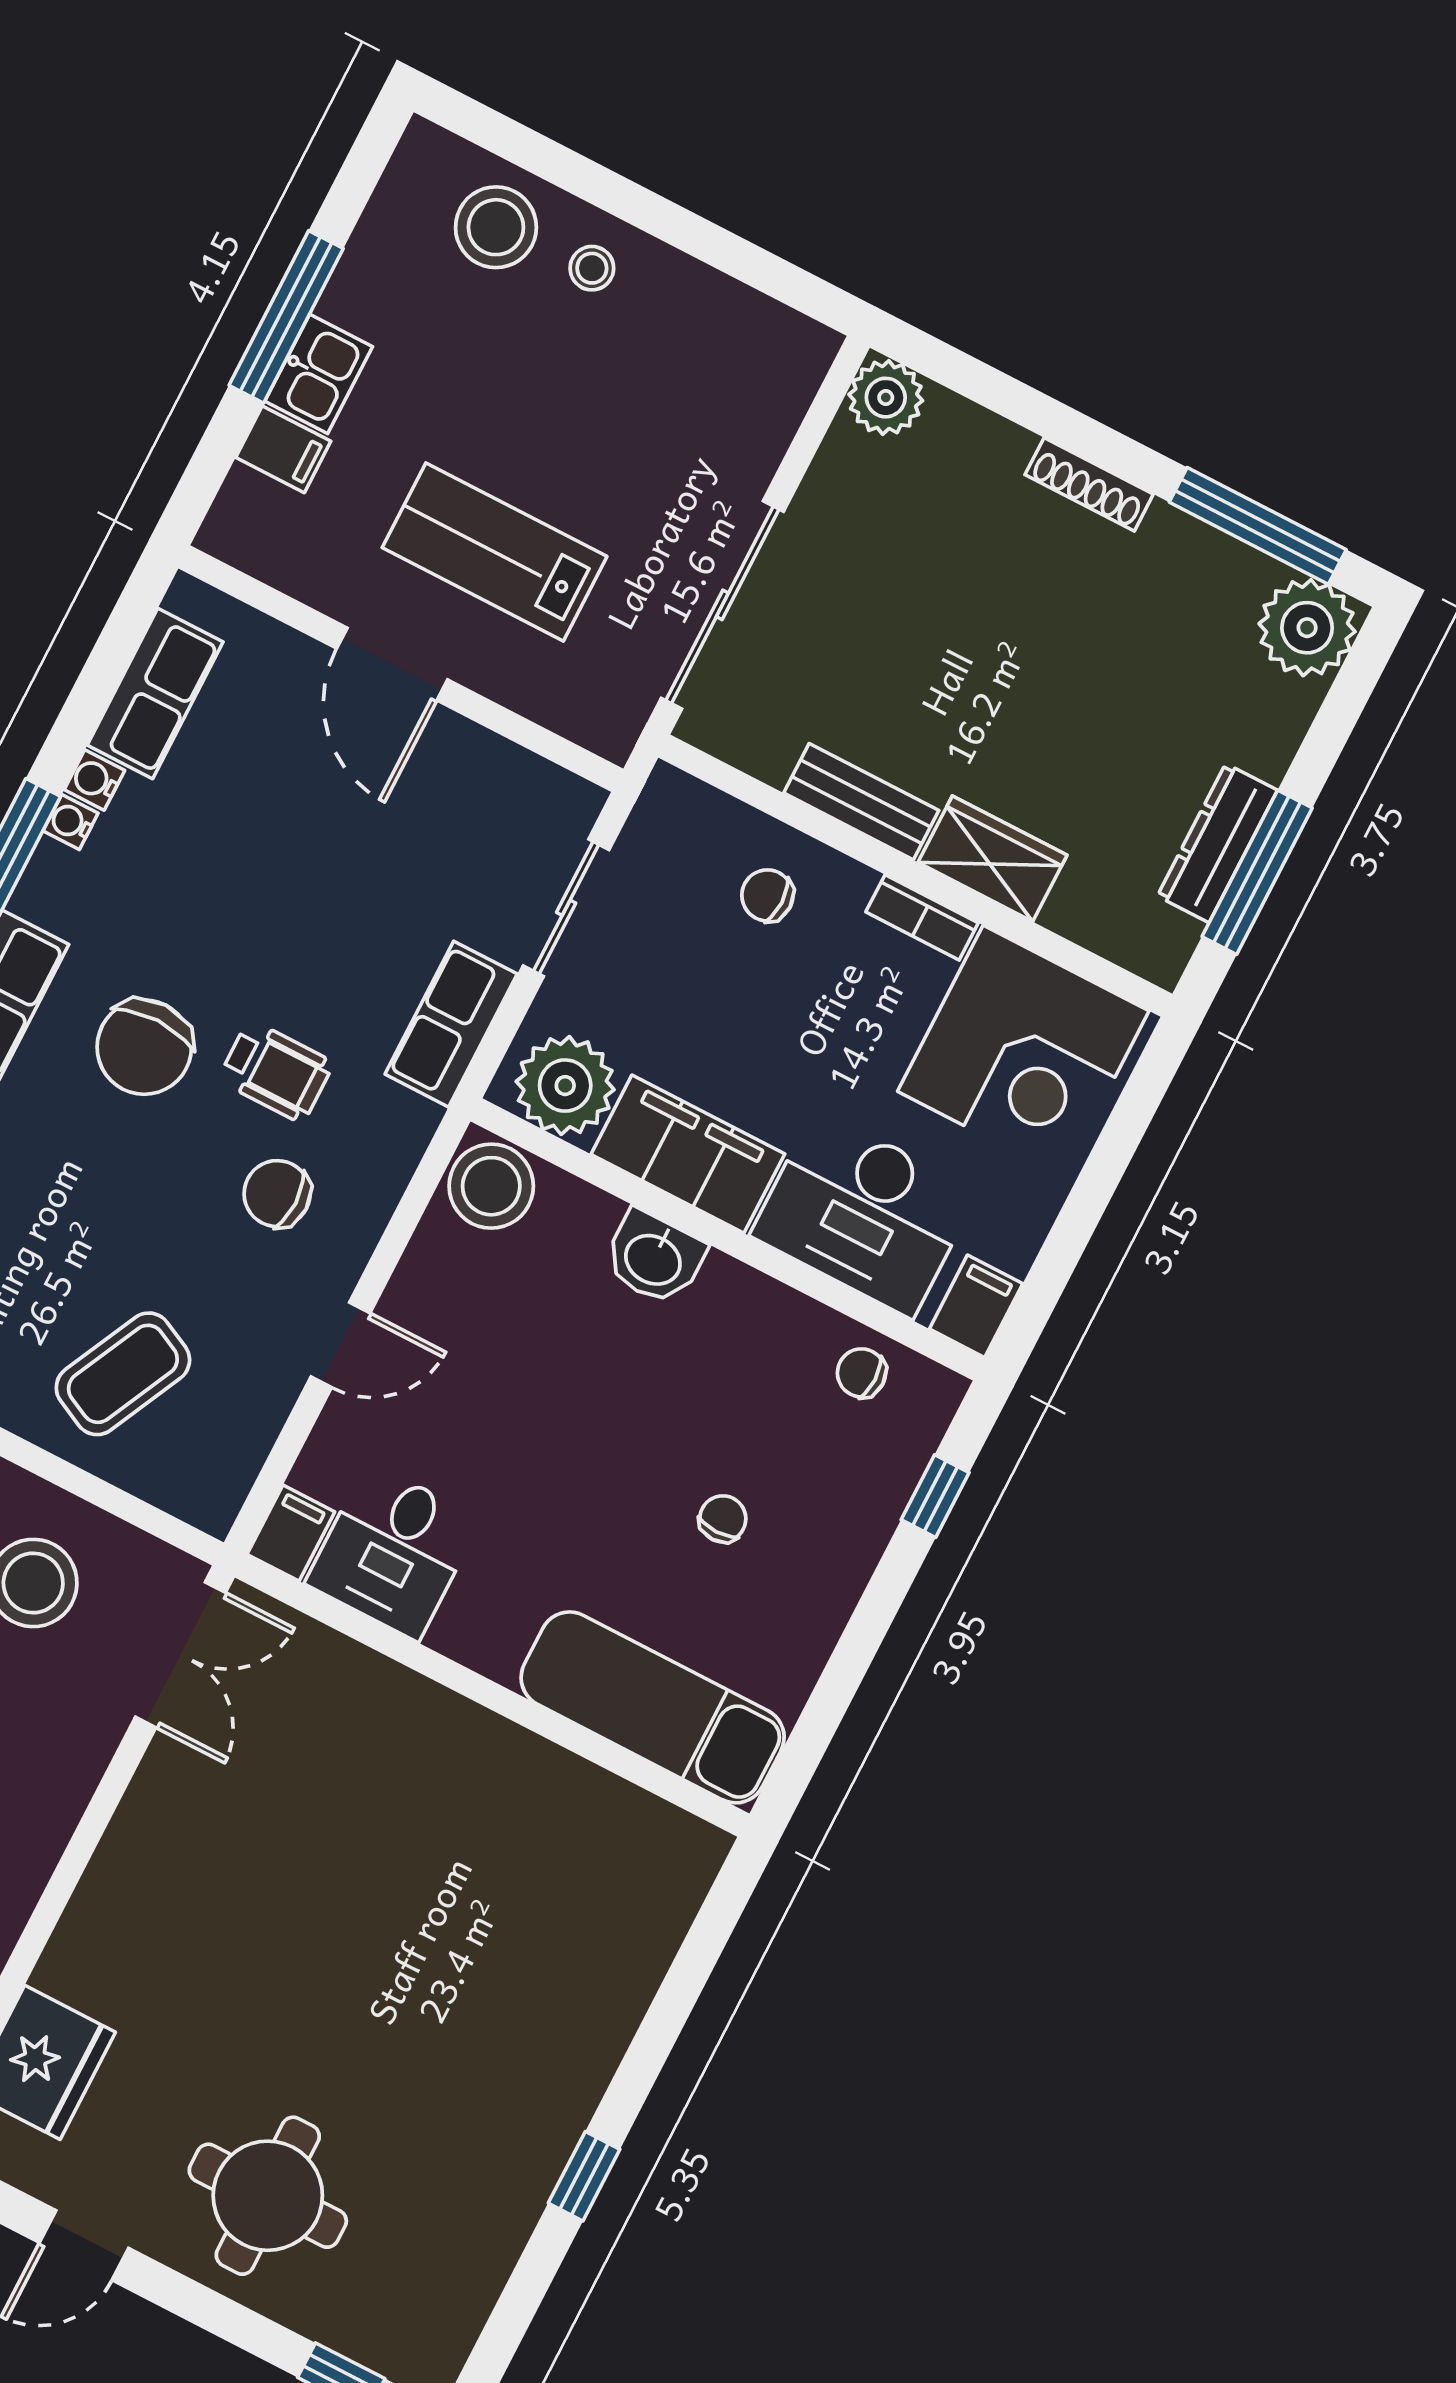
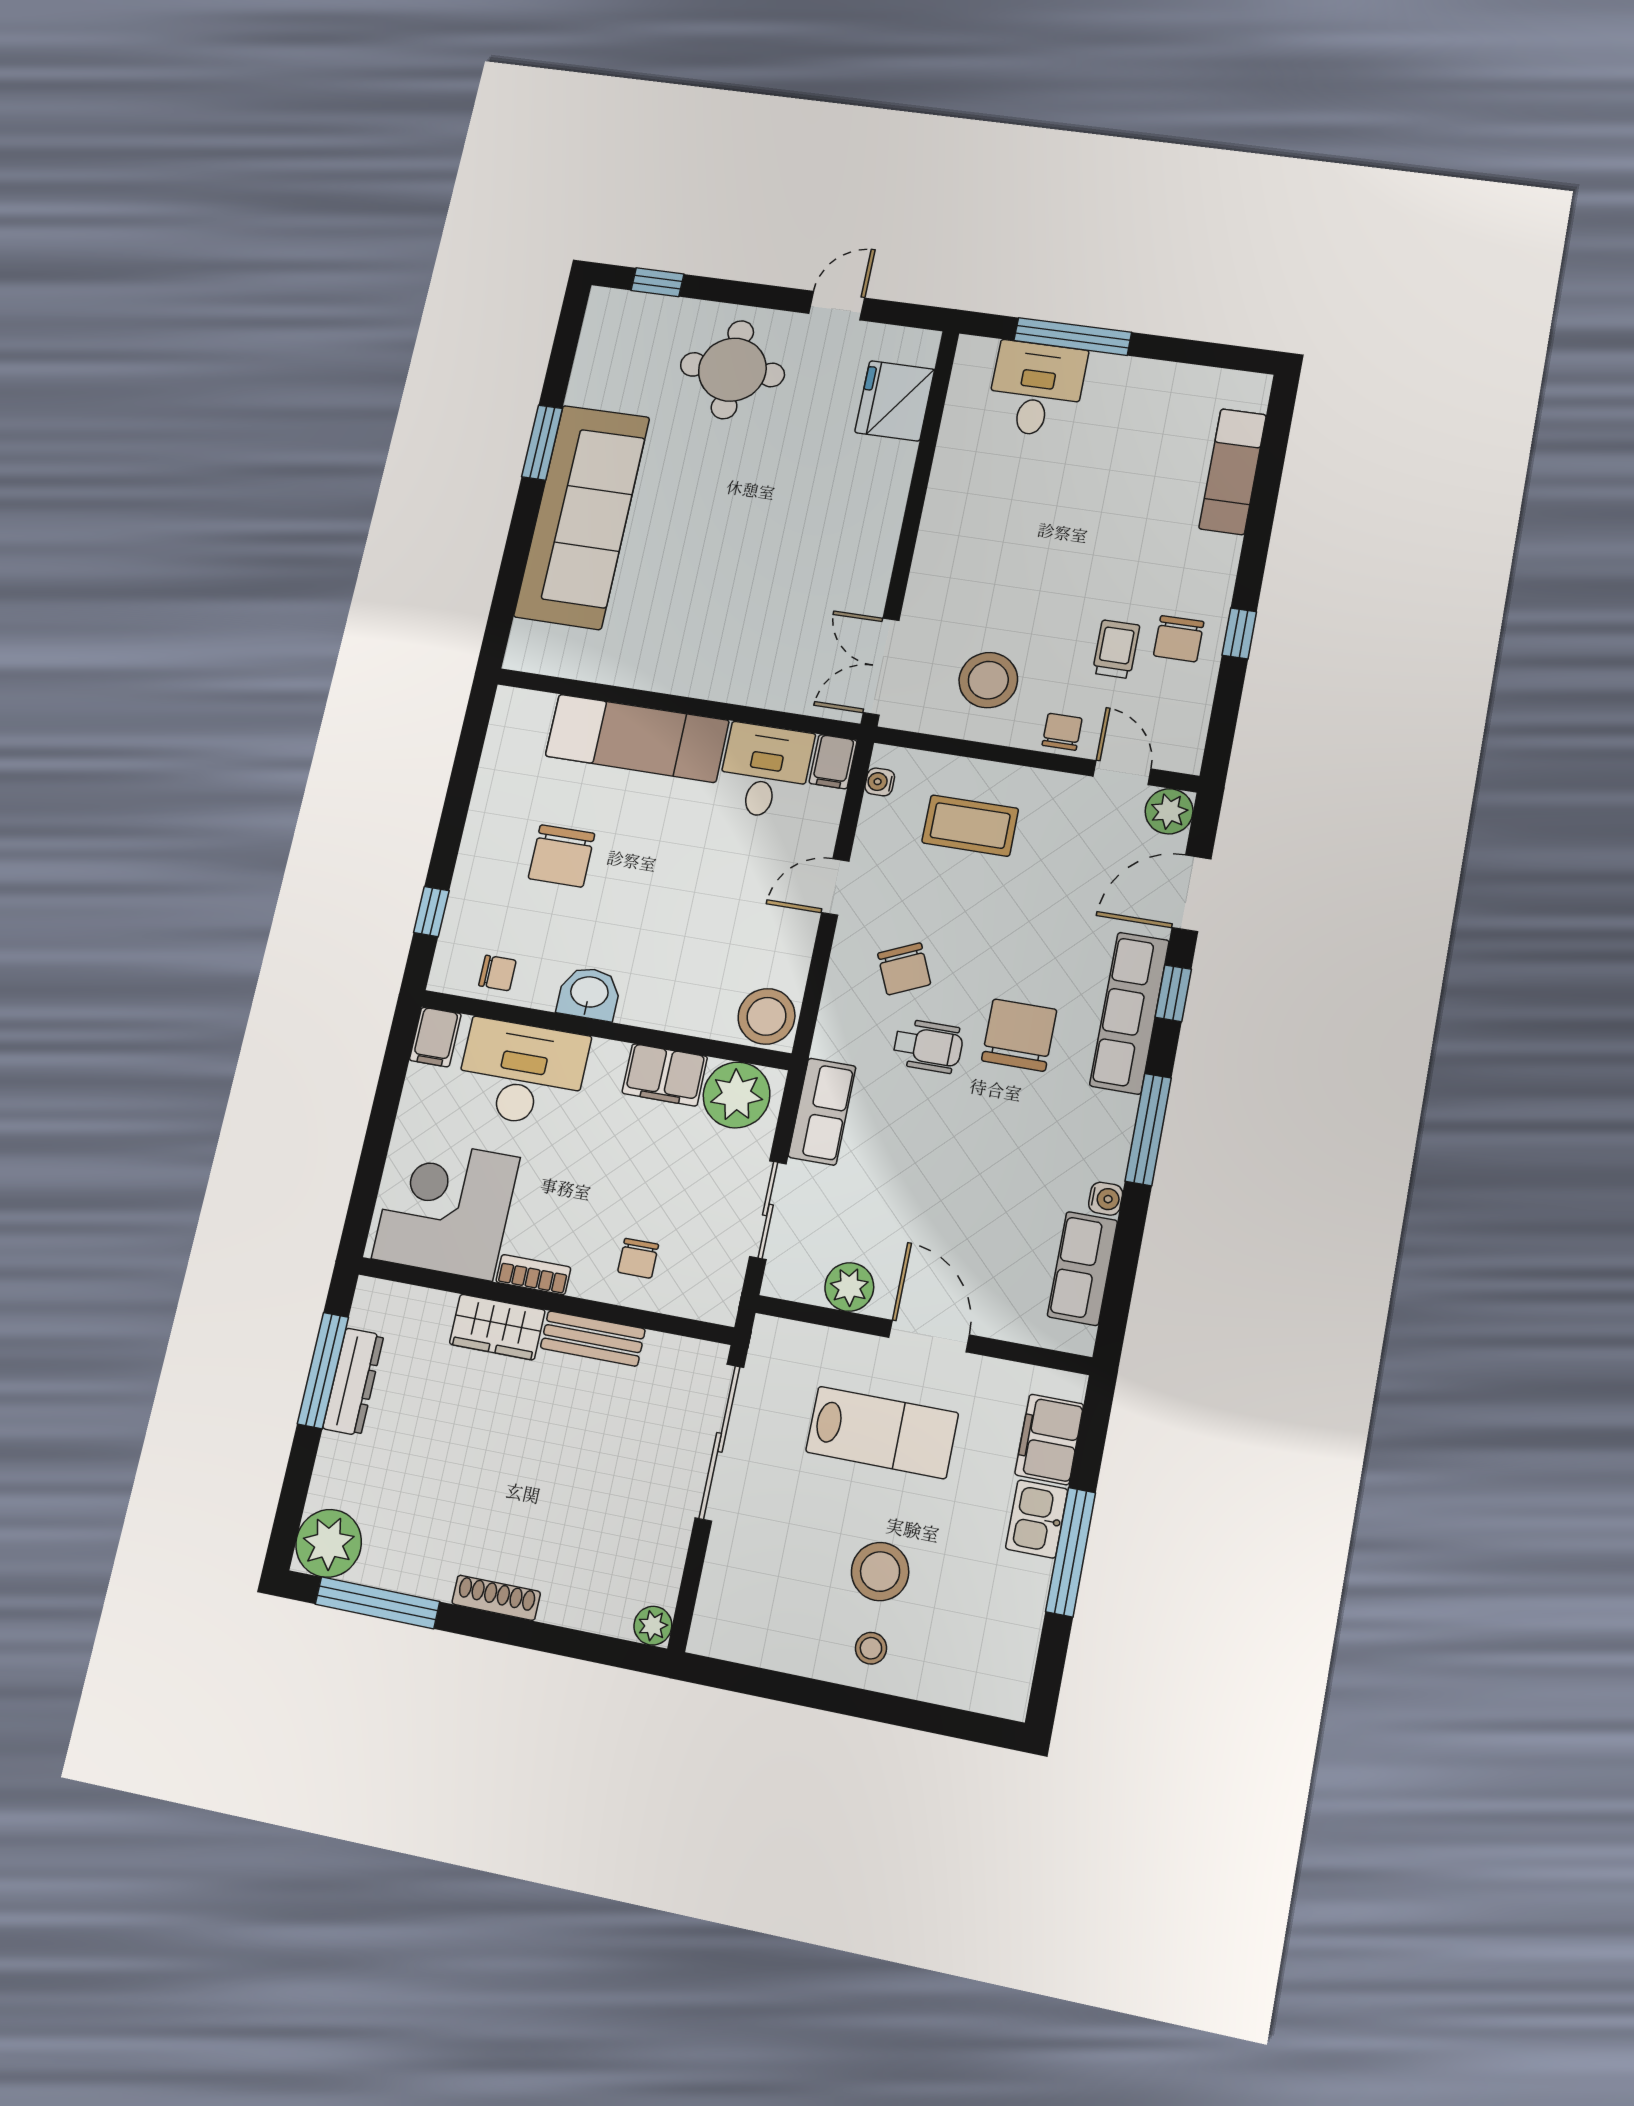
stool: (496, 227) -> (880, 1572), moved
plant: (886, 398) -> (653, 1626), width x0.73, depth x0.73
filing cabinet: (283, 449) -> (1049, 1439), width x2.00
plant: (483, 765) -> (849, 1287), added
water cooler: (70, 822) -> (880, 782), moved, turned 180
chair: (767, 895) -> (638, 1258), turned 90
wheelchair: (276, 1071) -> (928, 1046), turned 180
filing cabinet: (688, 1154) -> (665, 1075), width x0.67, depth x0.86
chair: (277, 1194) -> (904, 969), turned 66
washbasin: (654, 1258) -> (589, 993), moved
coffee table: (123, 1374) -> (970, 826), turned 64
chair: (723, 1519) -> (561, 856), width x1.87, depth x1.87
exam couch: (653, 1707) -> (637, 738), moved
sofa: (555, 2037) -> (582, 517), added
window: (584, 2176) -> (542, 443), width x1.50

